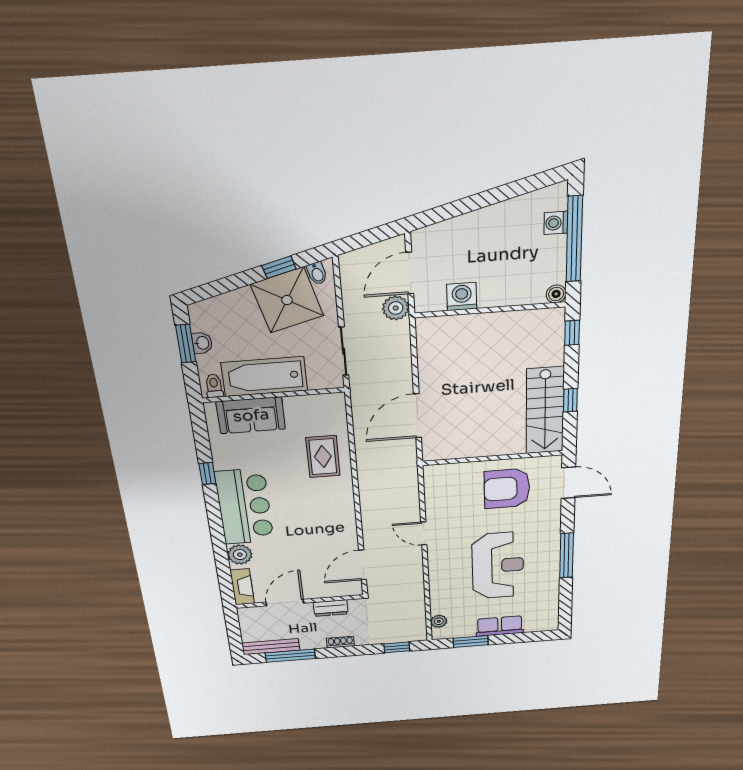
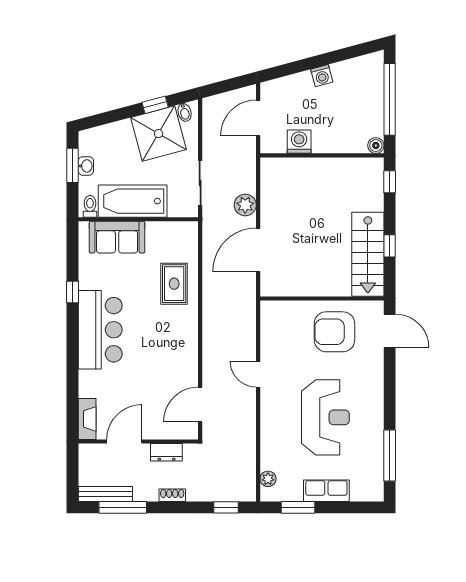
washing machine: (556, 223) -> (322, 76), moved, turned -105
plant: (396, 308) -> (245, 205), moved
plant: (240, 555) -> (90, 382), removed
window: (567, 556) -> (390, 455), moved

